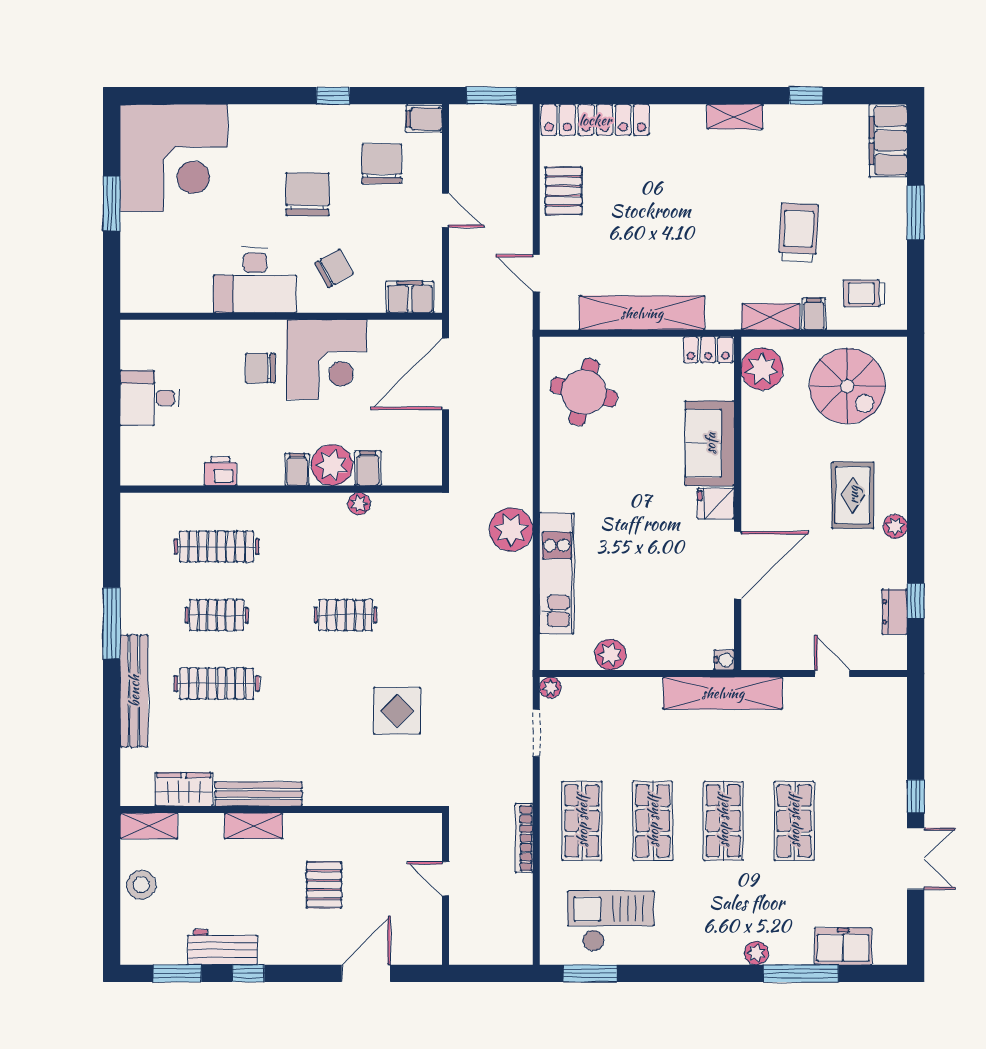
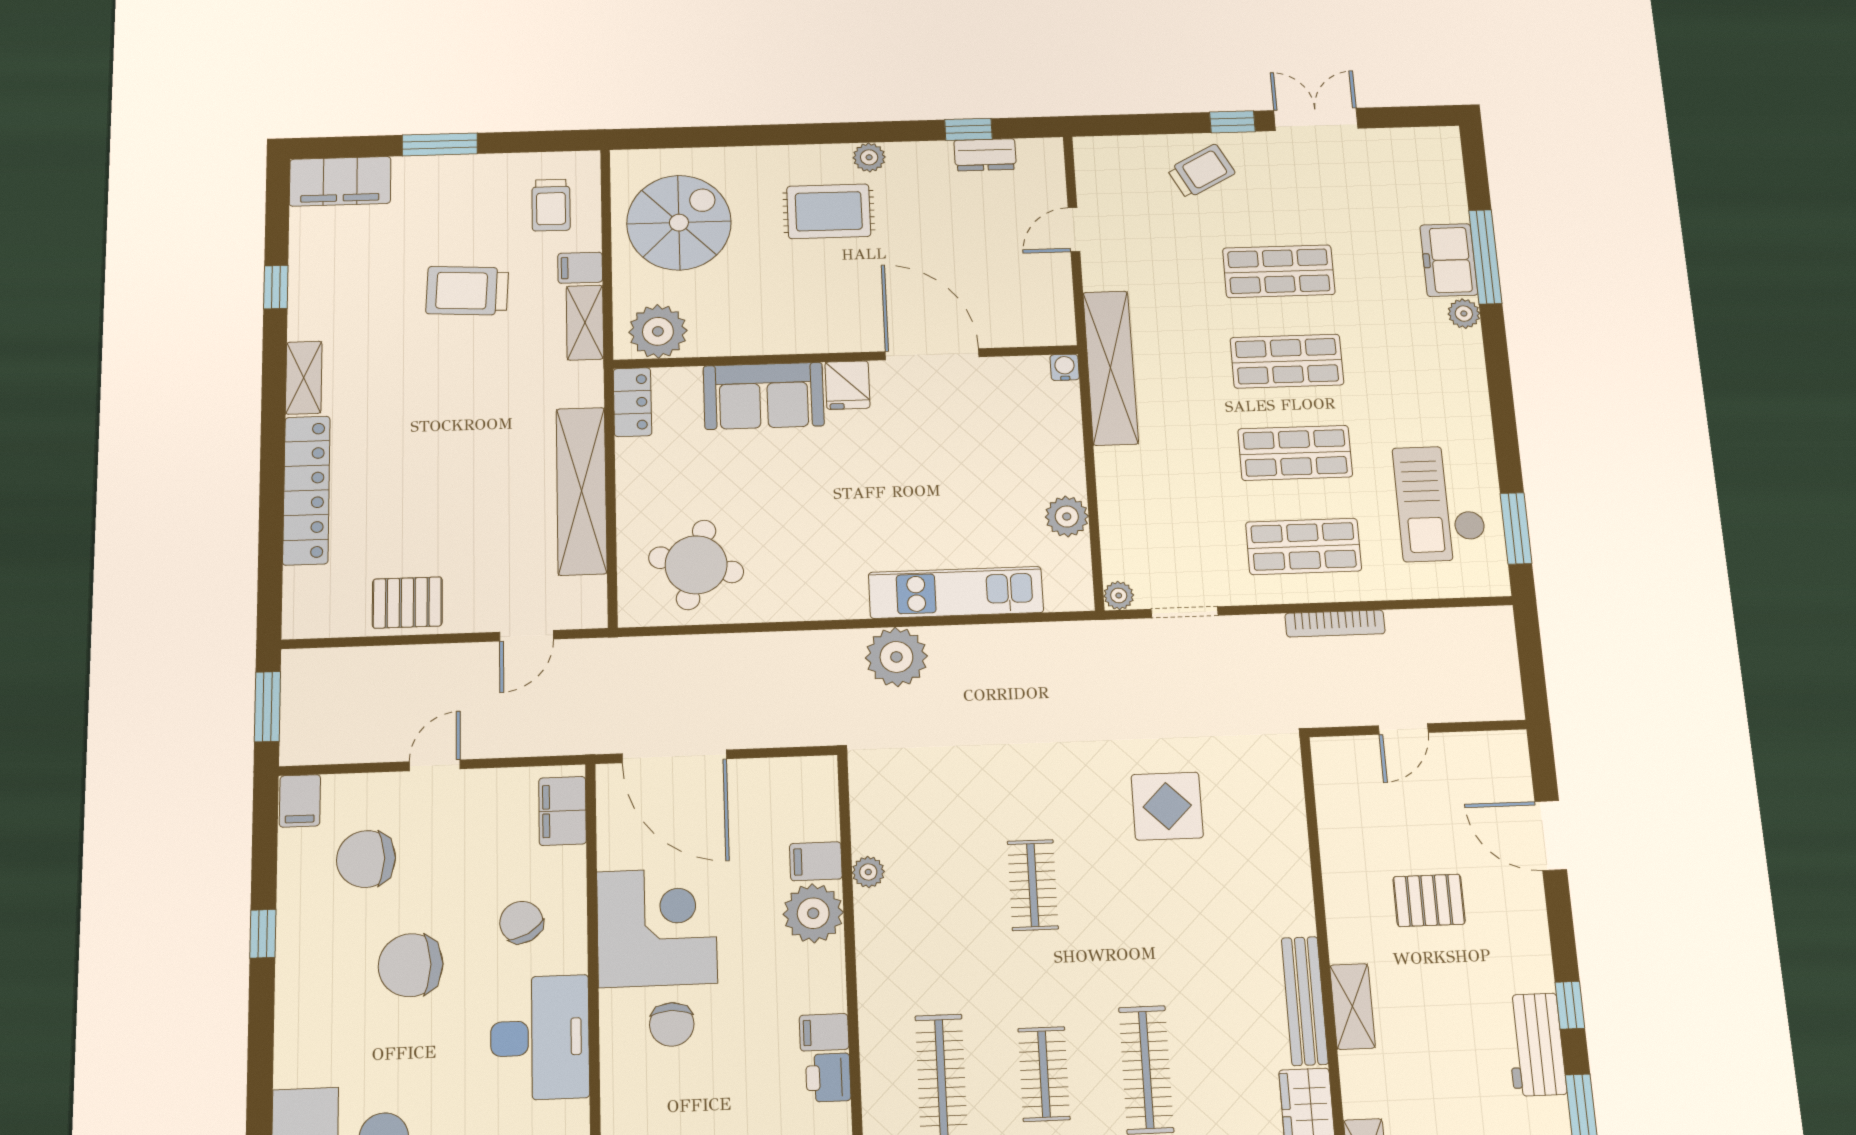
locker: (595, 120) -> (306, 490), moved
filing cabinet: (297, 470) -> (824, 1032), moved
trolley: (876, 770) -> (1201, 171), added
freezer: (843, 946) -> (1449, 260), moved

